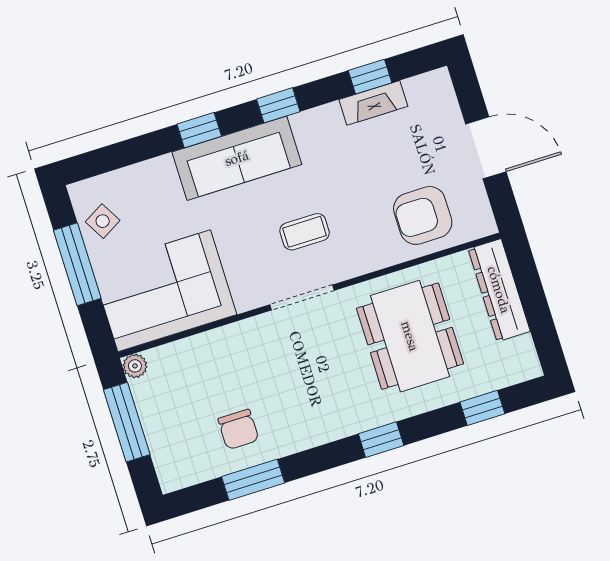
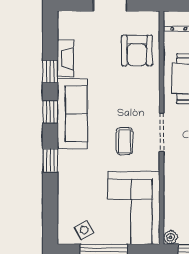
window: (370, 77) -> (50, 72), moved
sofa: (237, 158) -> (72, 114), moved
coffee table: (305, 232) -> (124, 141), moved

